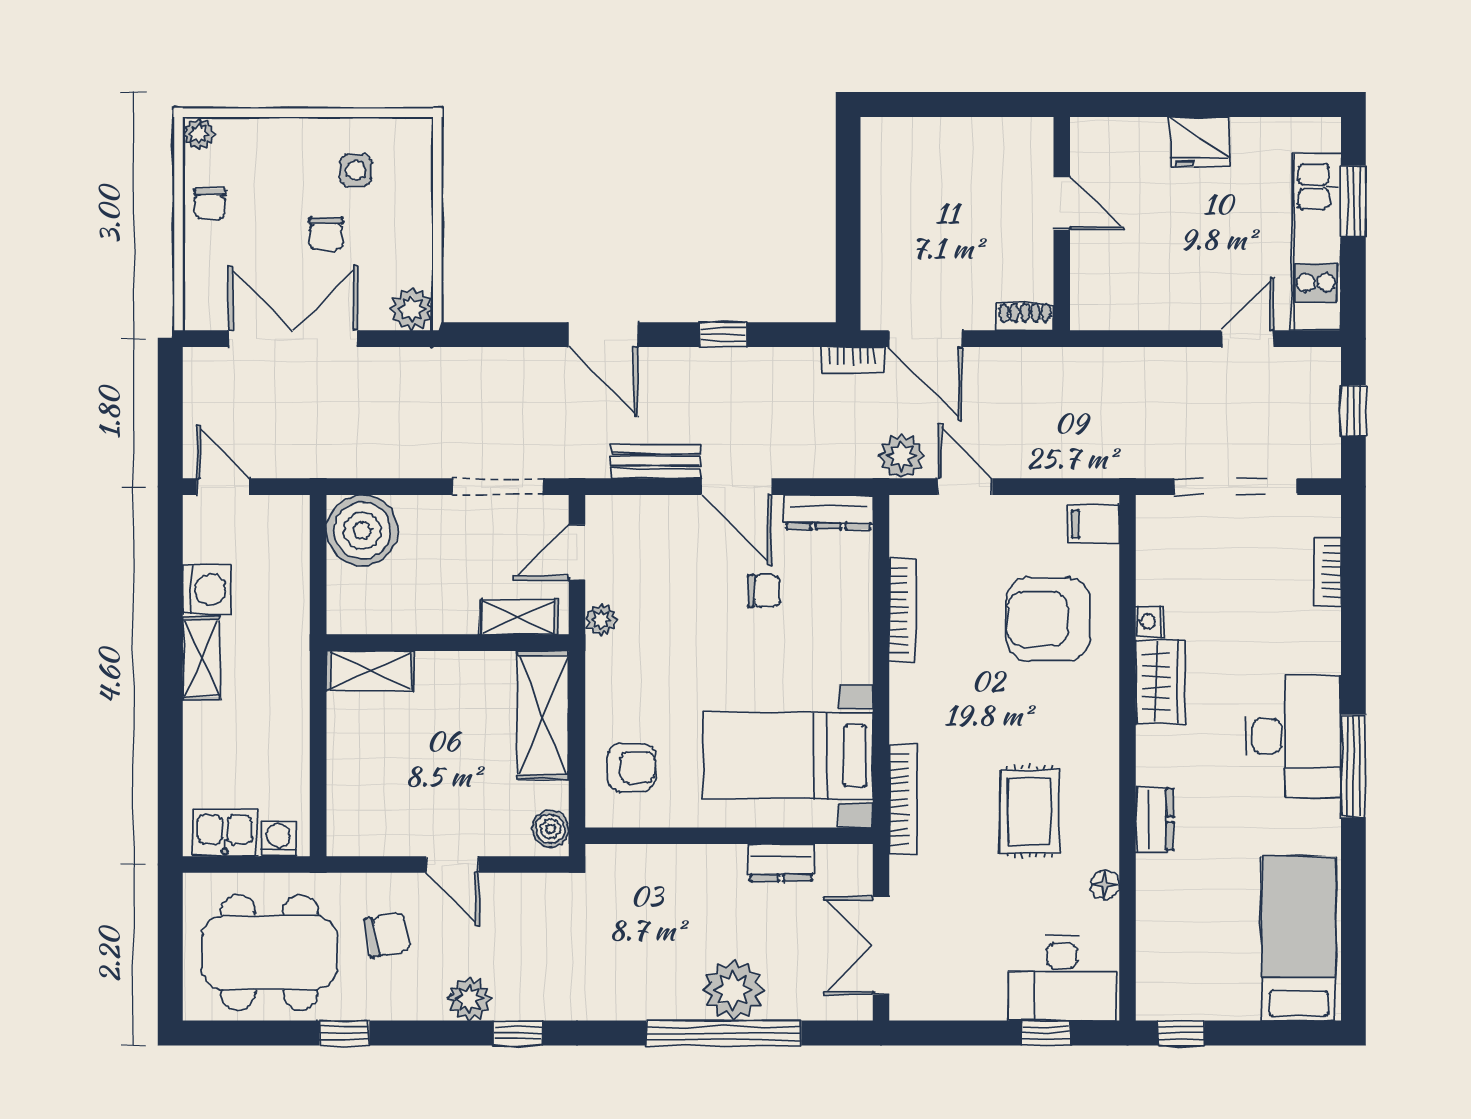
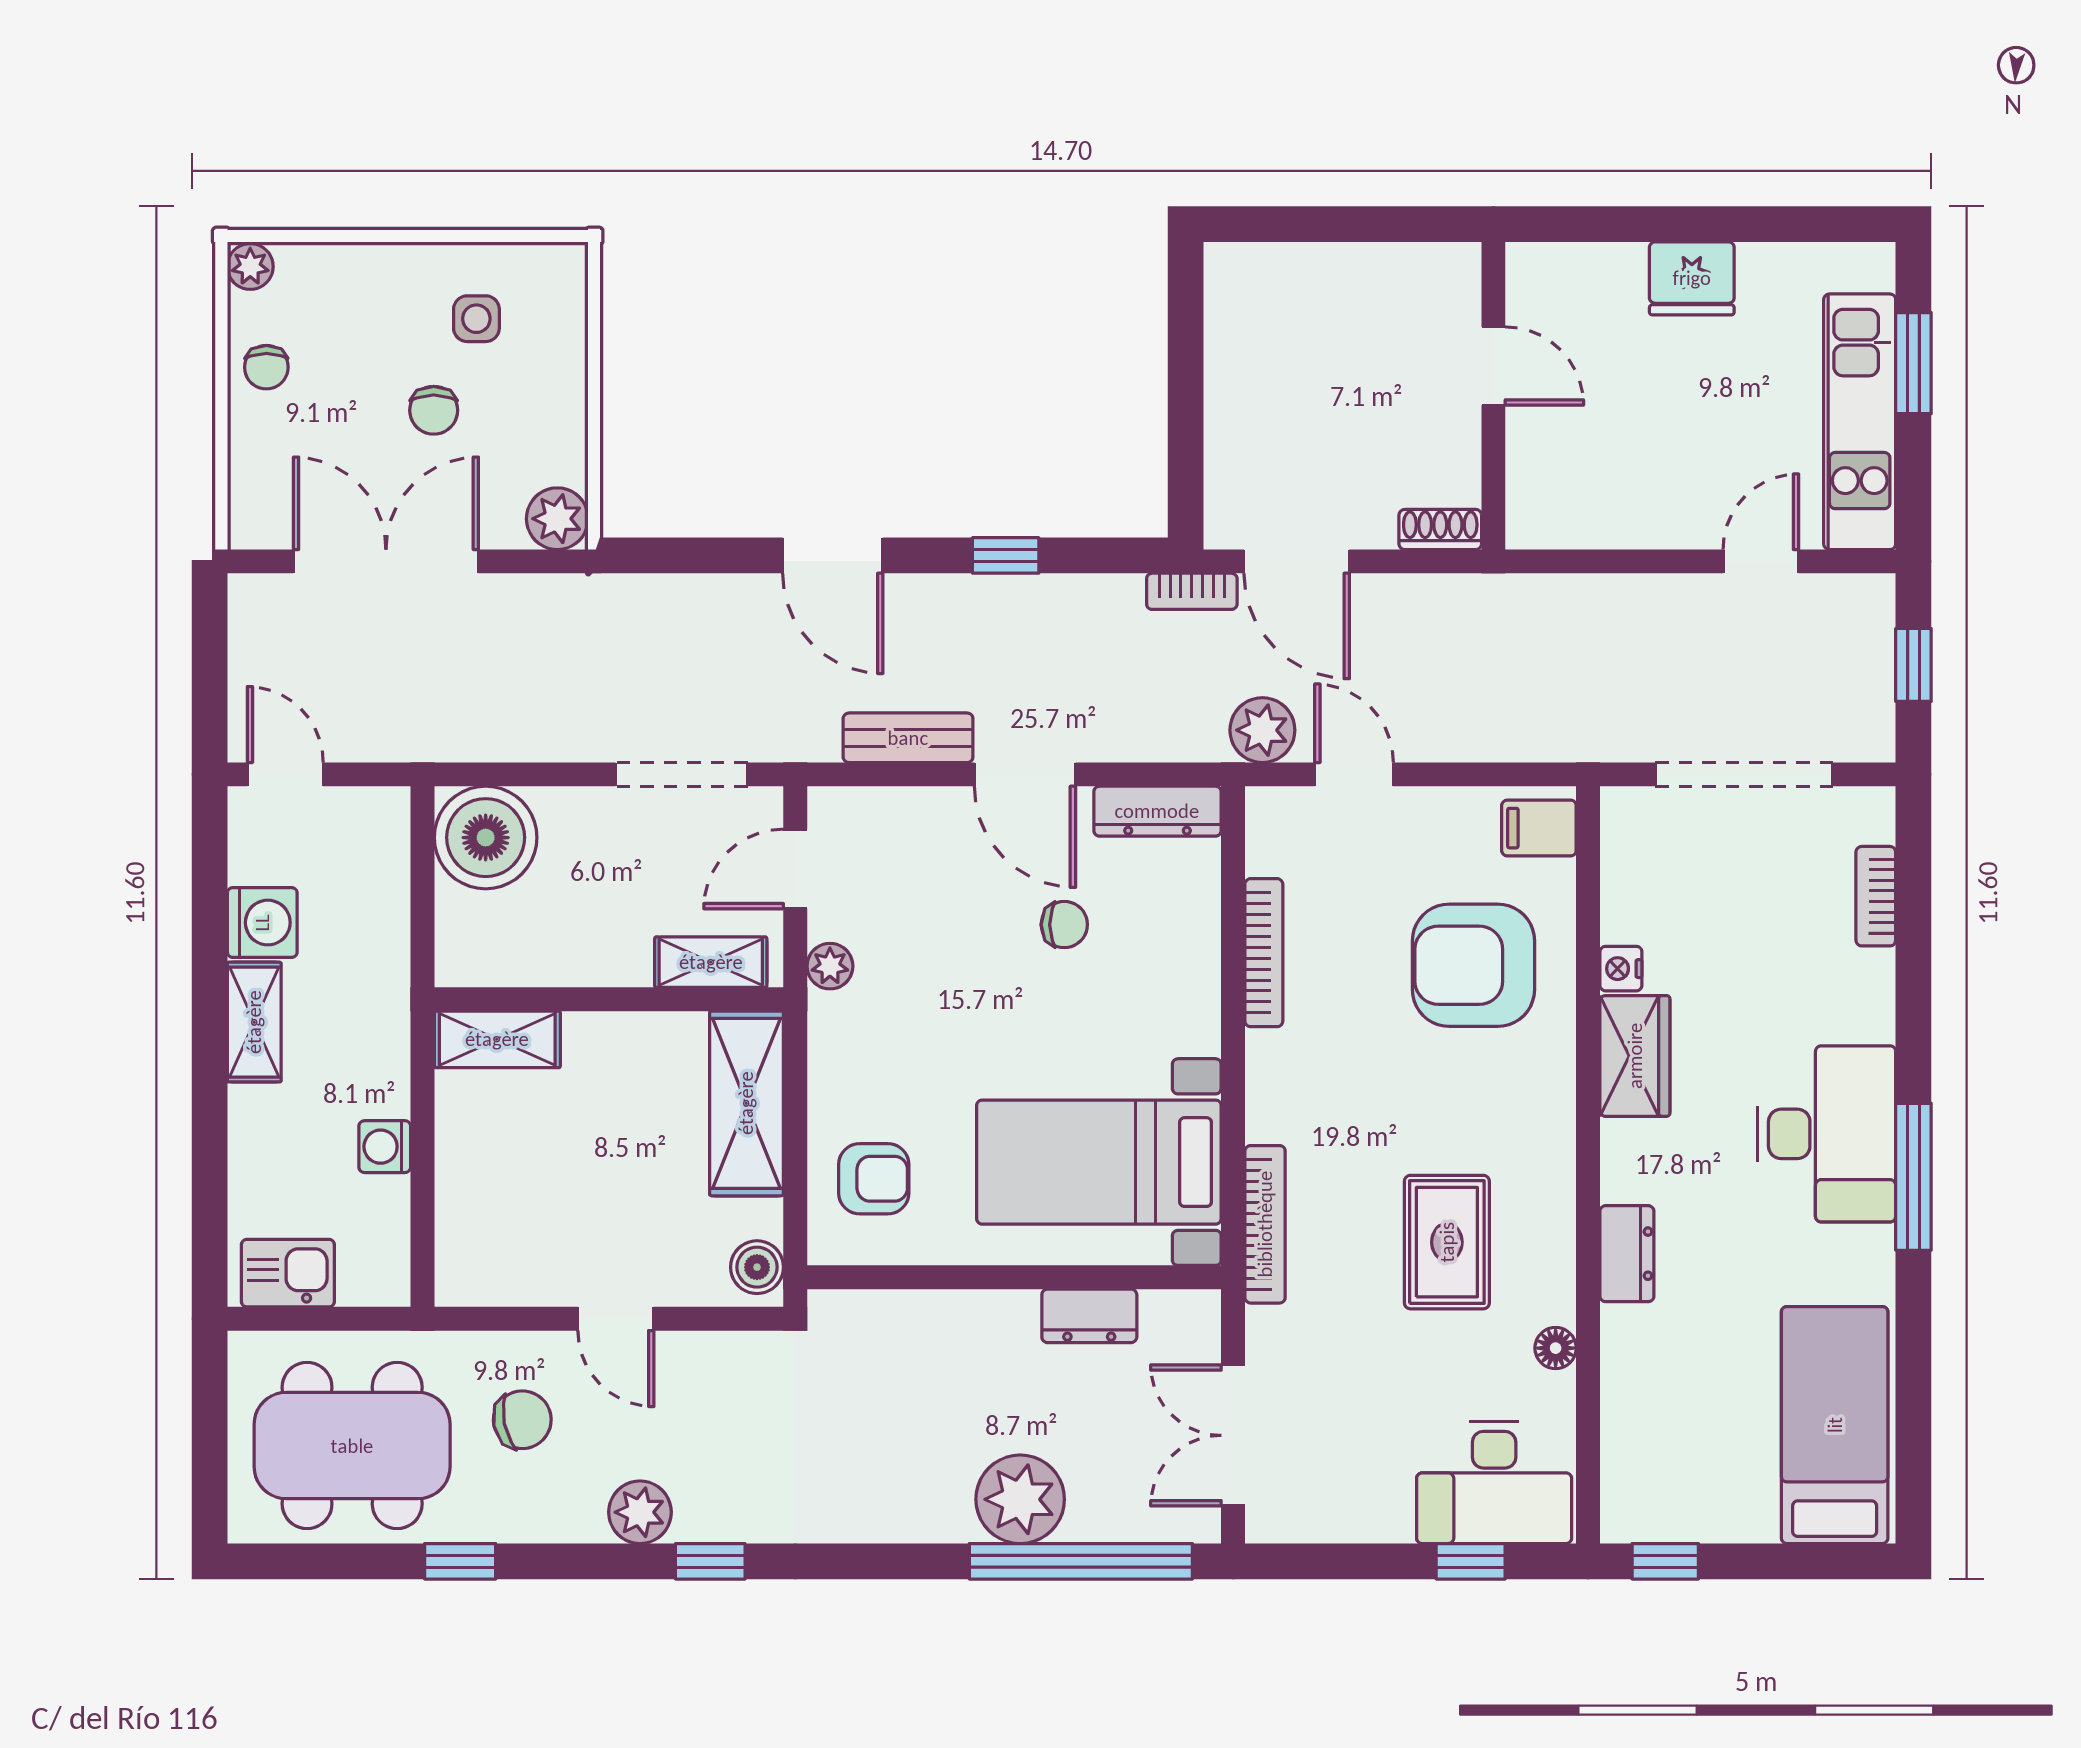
washing machine: (278, 838) -> (385, 1147), moved, turned -90
window: (724, 1033) -> (1081, 1561), moved

